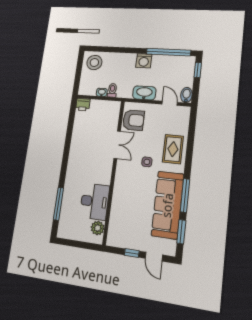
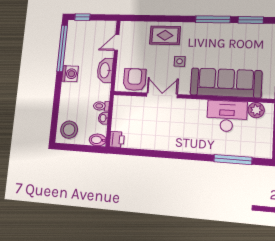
bidet: (186, 95) -> (98, 140), moved
sofa: (168, 205) -> (226, 83), moved, turned 180

